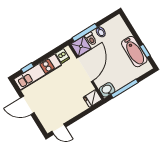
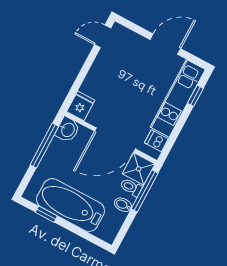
bathtub: (134, 52) -> (71, 205), width x1.36, depth x1.36
door: (85, 69) -> (115, 140), hinge flipped

